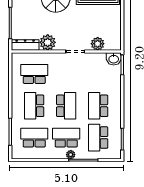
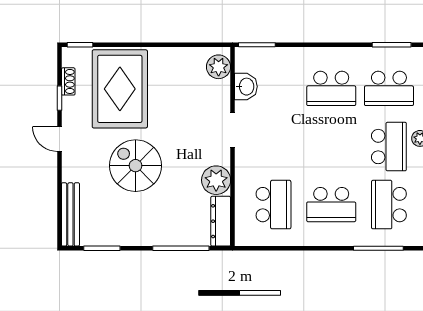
plant: (98, 44) -> (219, 67), moved
washbasin: (114, 59) -> (246, 87), moved
school desk: (34, 74) -> (273, 205), turned 180
school desk: (66, 106) -> (331, 147), removed
school desk: (66, 138) -> (389, 147), turned 180

